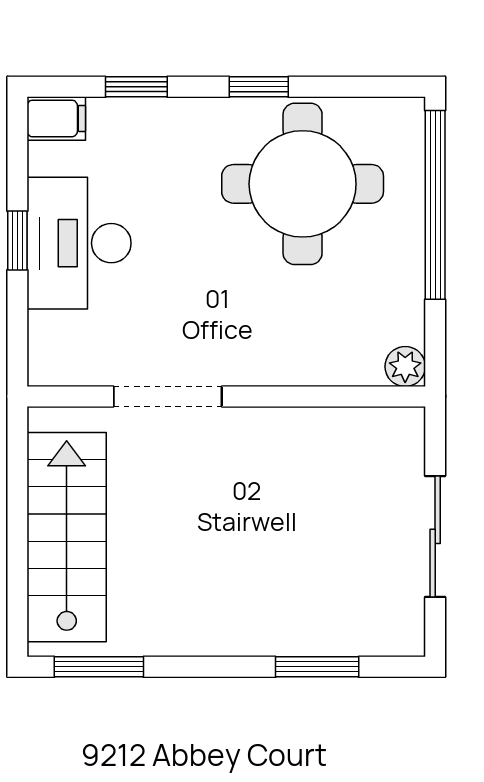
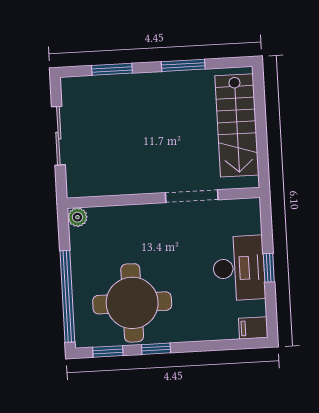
window: (136, 87) -> (108, 351), moved
window: (99, 667) -> (183, 65), moved

